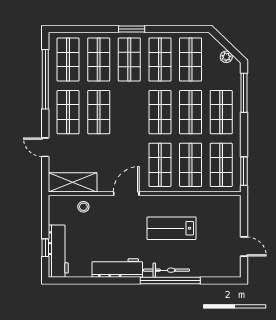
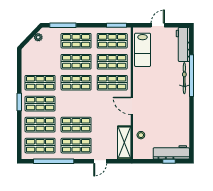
shop shelf: (191, 59) -> (40, 62), removed
lab bench: (171, 228) -> (143, 50), moved
door: (244, 247) -> (158, 25), moved
workbench: (117, 268) -> (183, 44), moved

